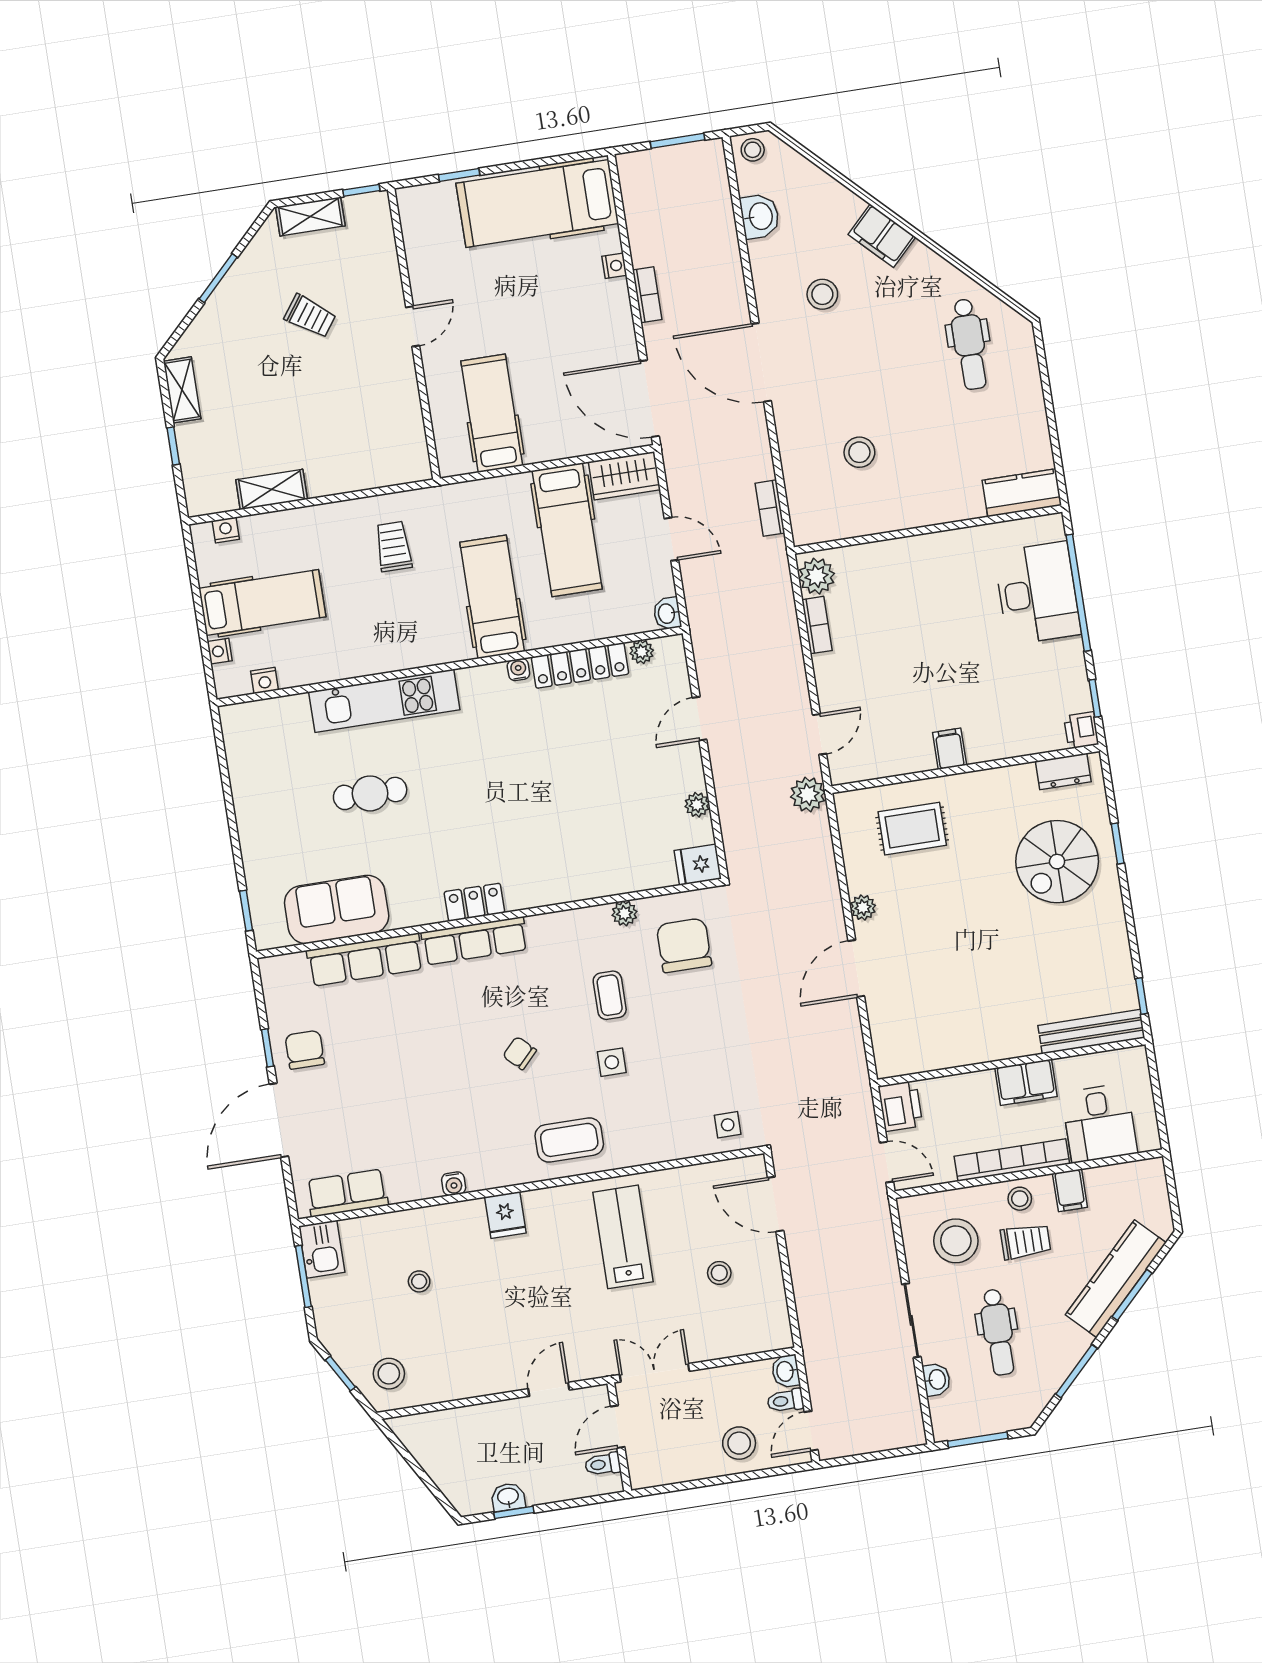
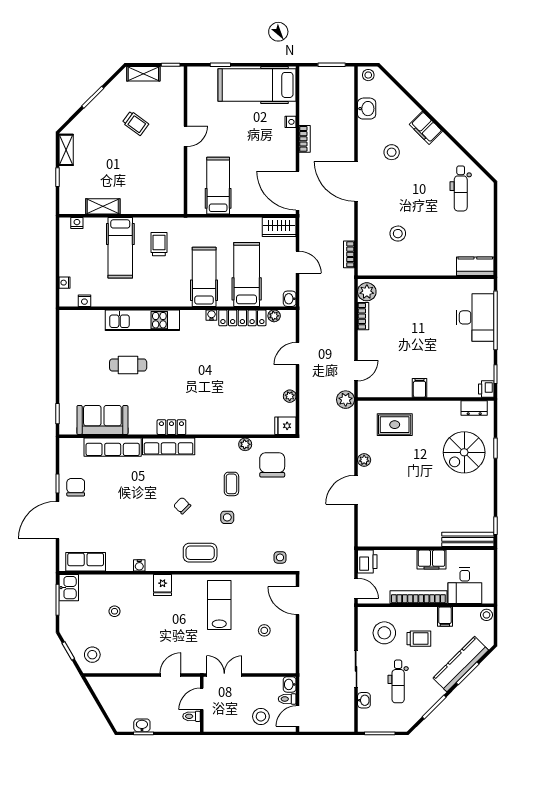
hospital bed: (567, 530) -> (247, 274), moved, turned 180
hospital bed: (262, 603) -> (120, 248), moved, turned 90
stool: (1020, 1199) -> (487, 615), moved

